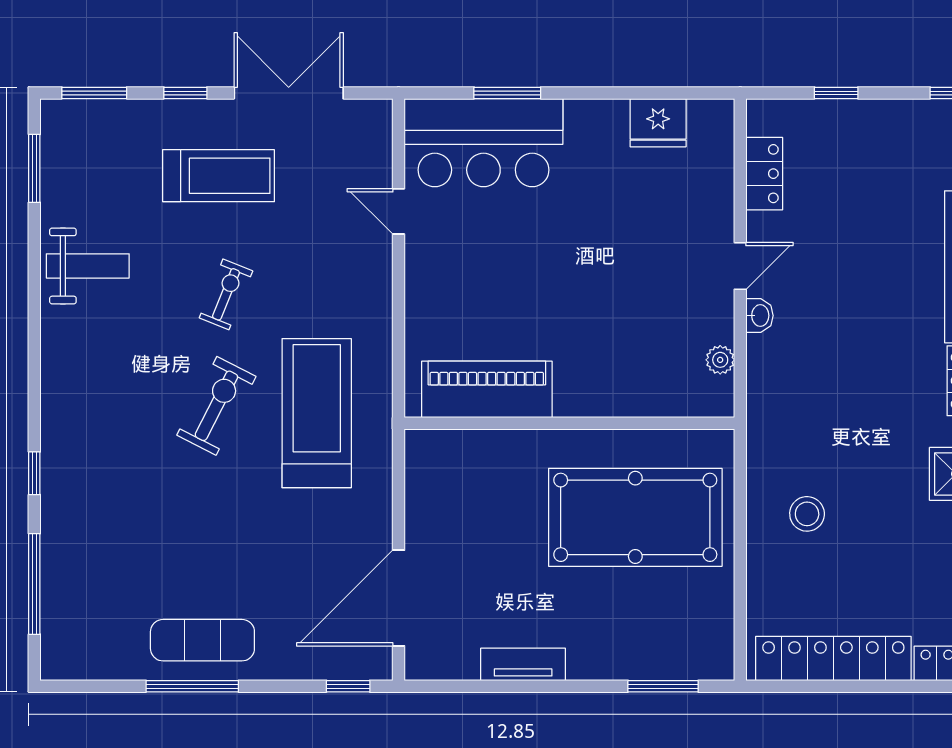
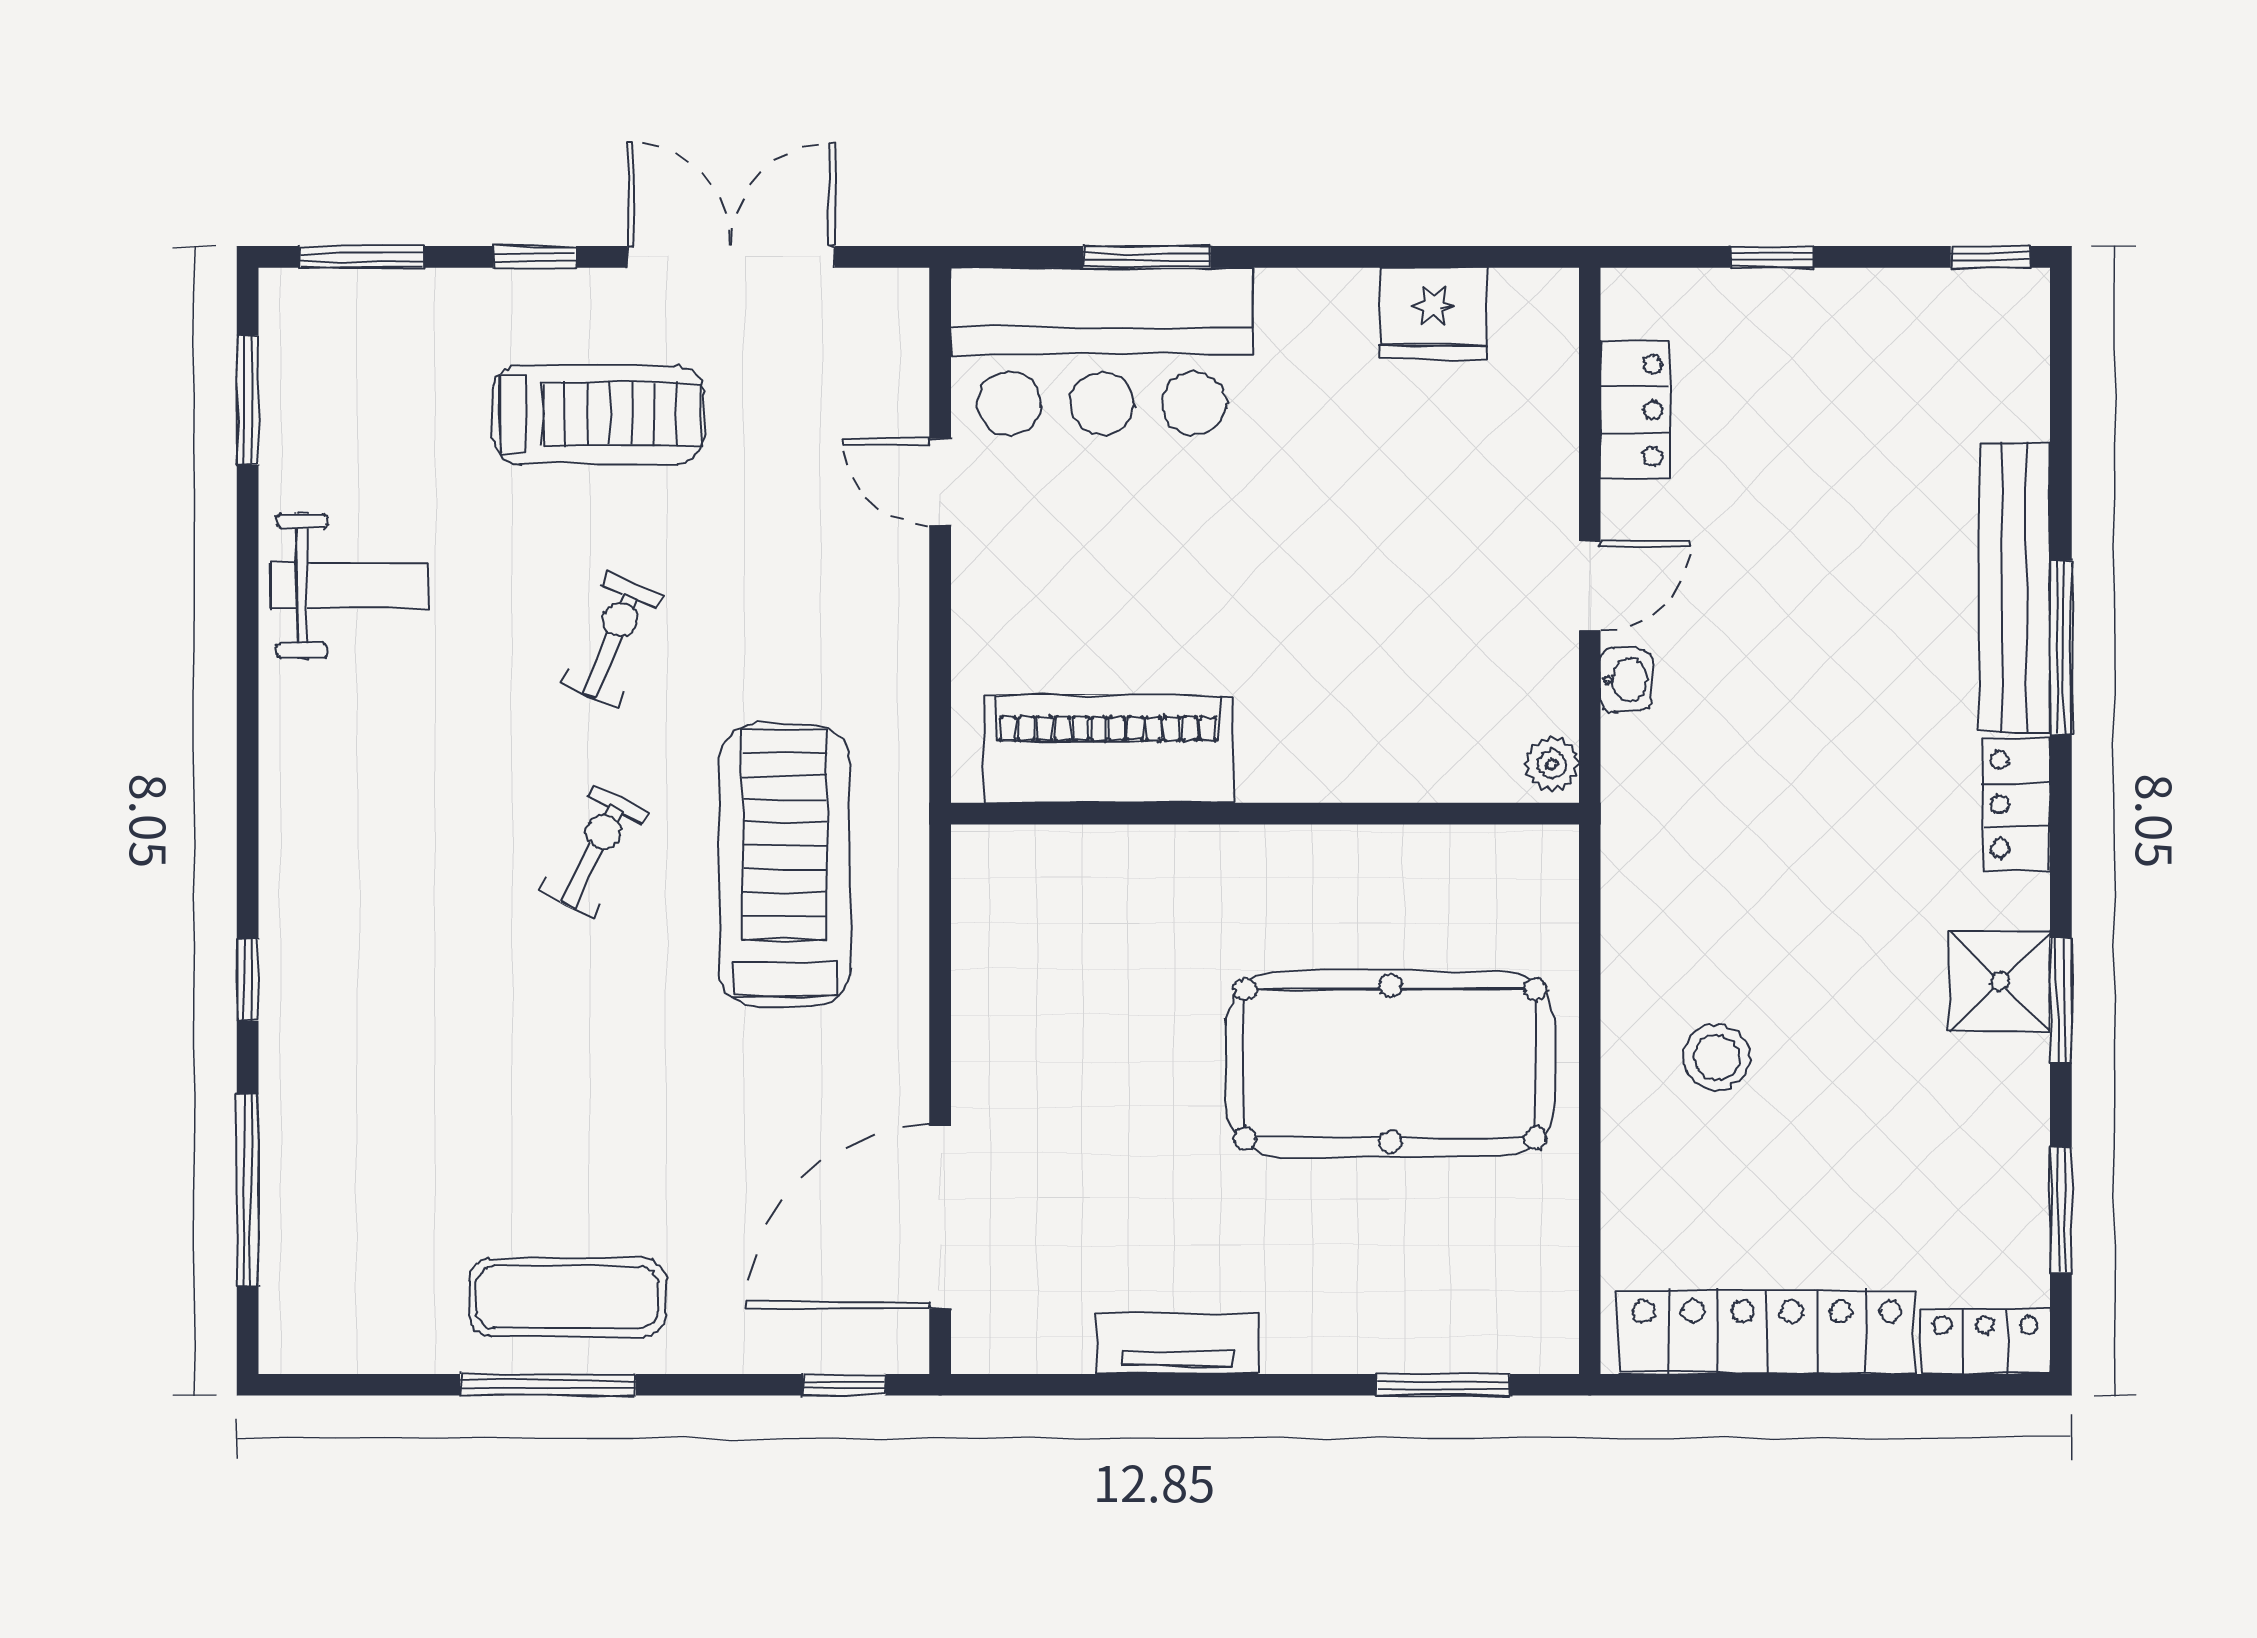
piano: (487, 389) -> (1108, 749), moved
exercise bike: (216, 406) -> (594, 852), width x0.73, depth x0.72
wall: (569, 423) -> (1265, 814), moved

